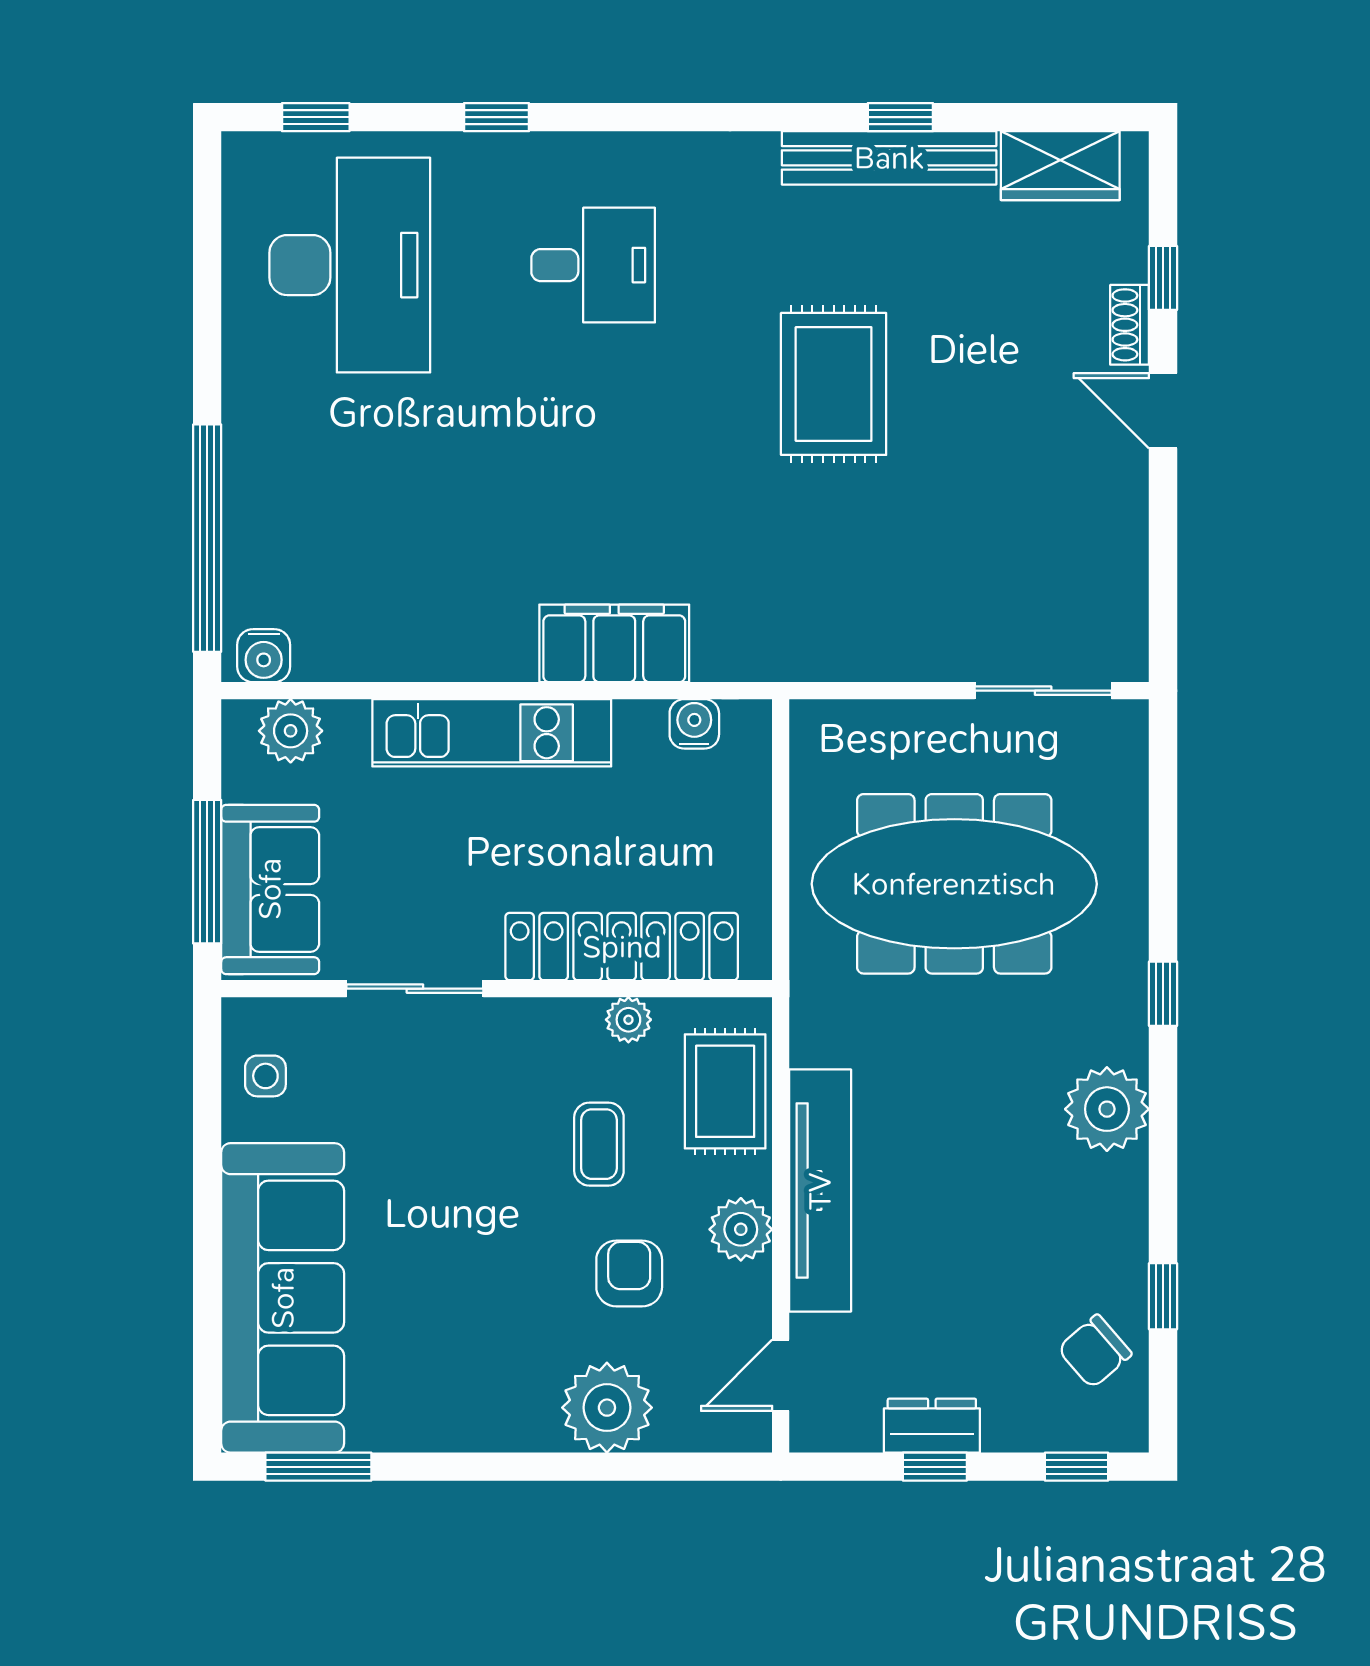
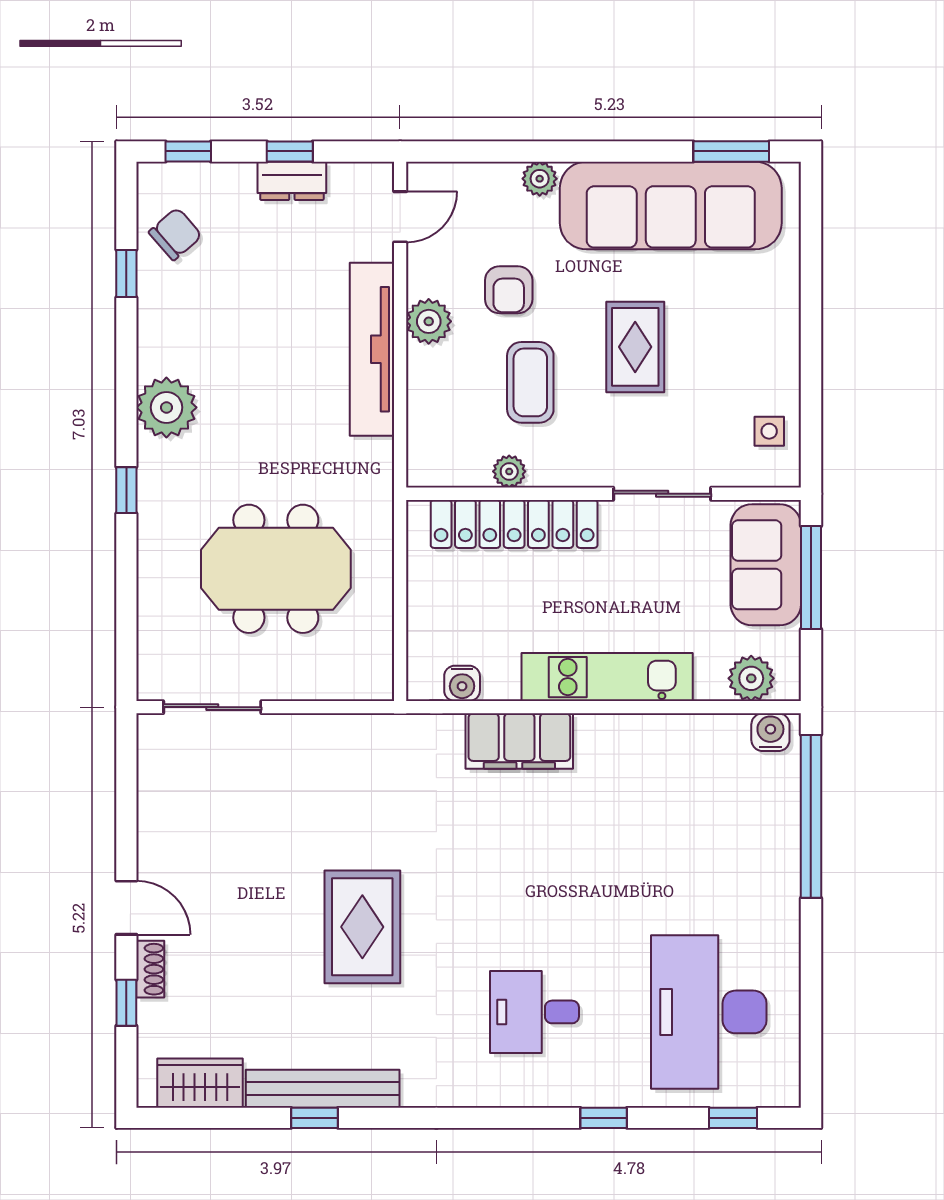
meeting table: (954, 884) -> (276, 569), width x0.73
rug: (725, 1091) -> (635, 347), moved
coffee table: (599, 1144) -> (530, 382), width x1.36, depth x1.30
sofa: (283, 1298) -> (671, 206), moved, turned -90
plant: (607, 1408) -> (540, 179), width x0.53, depth x0.53

